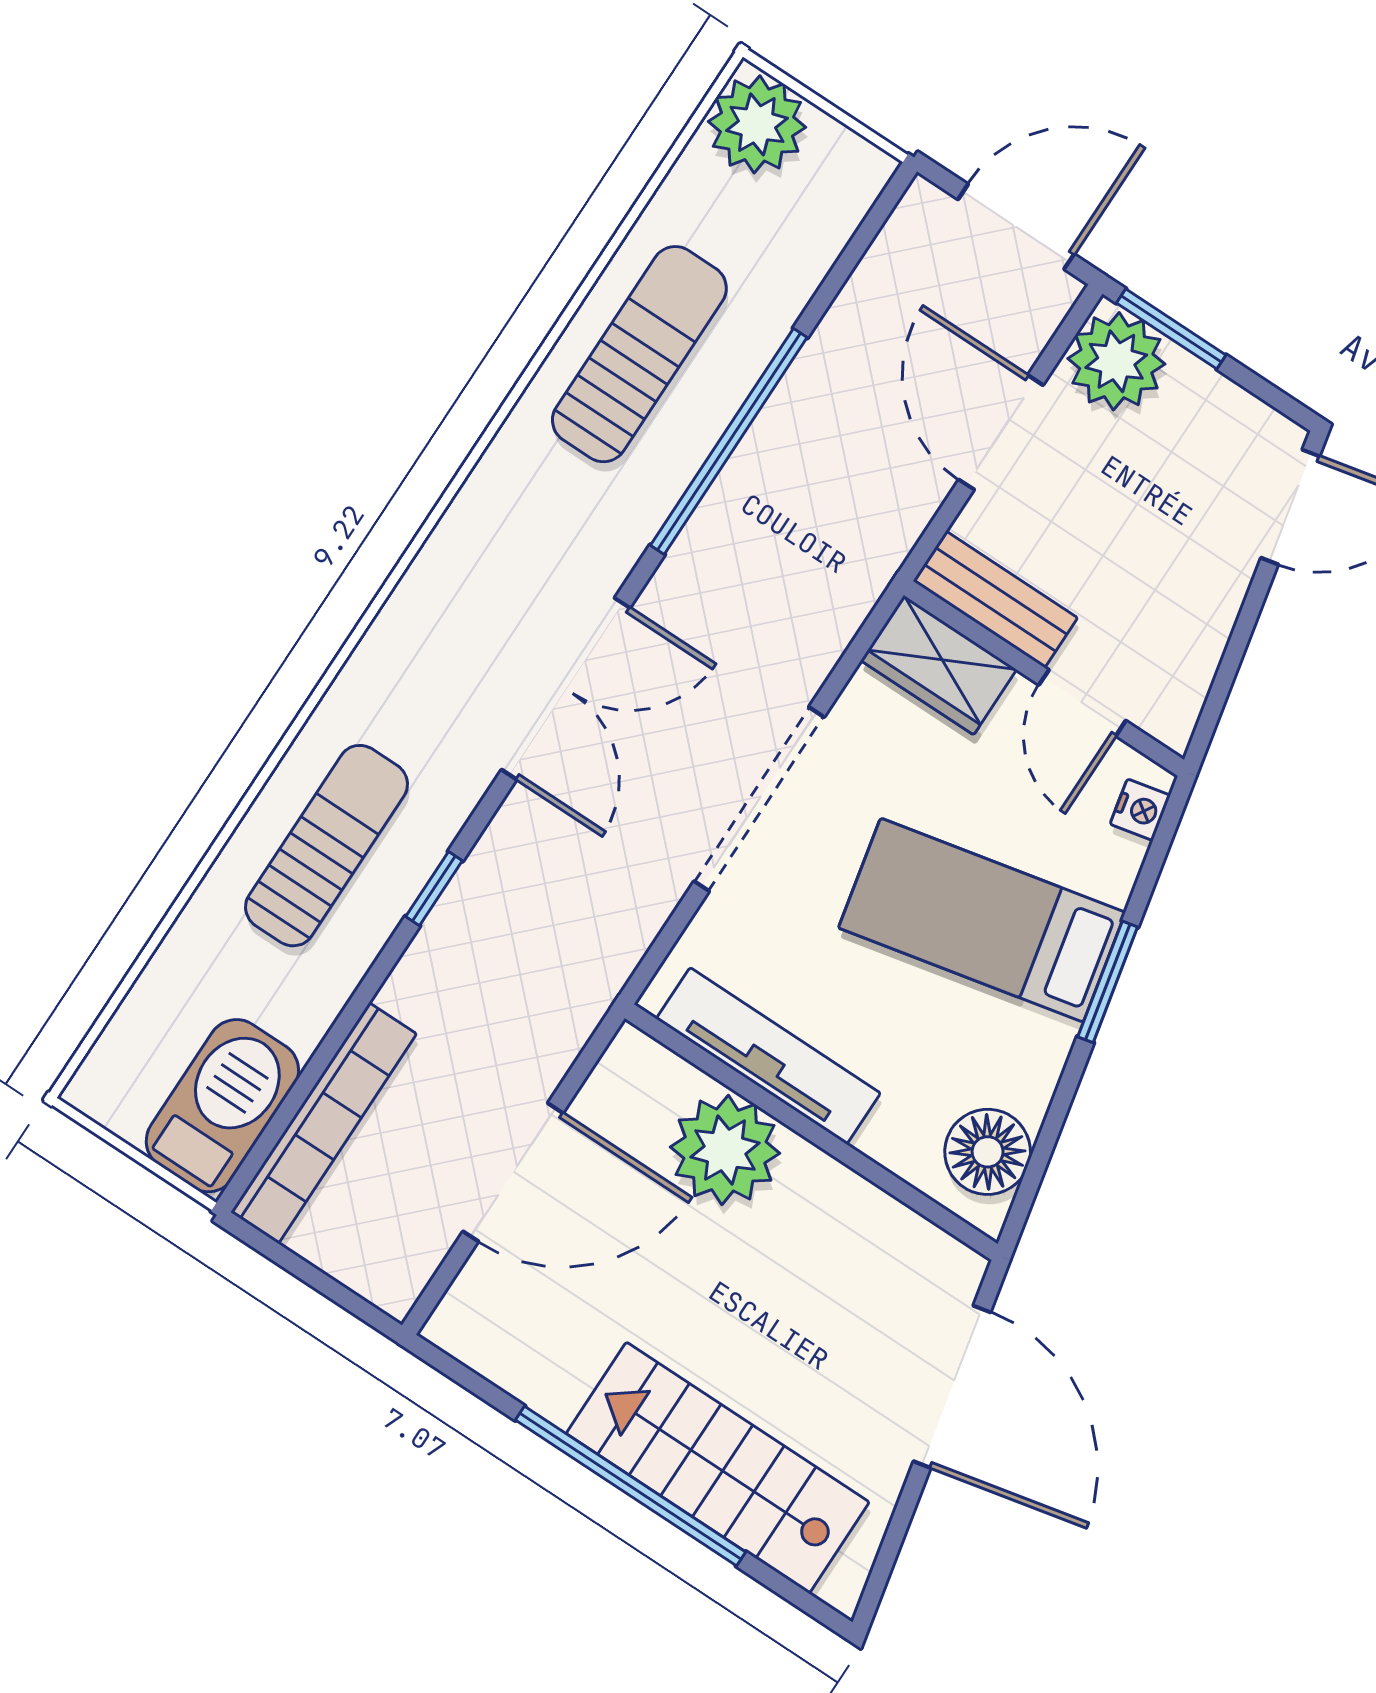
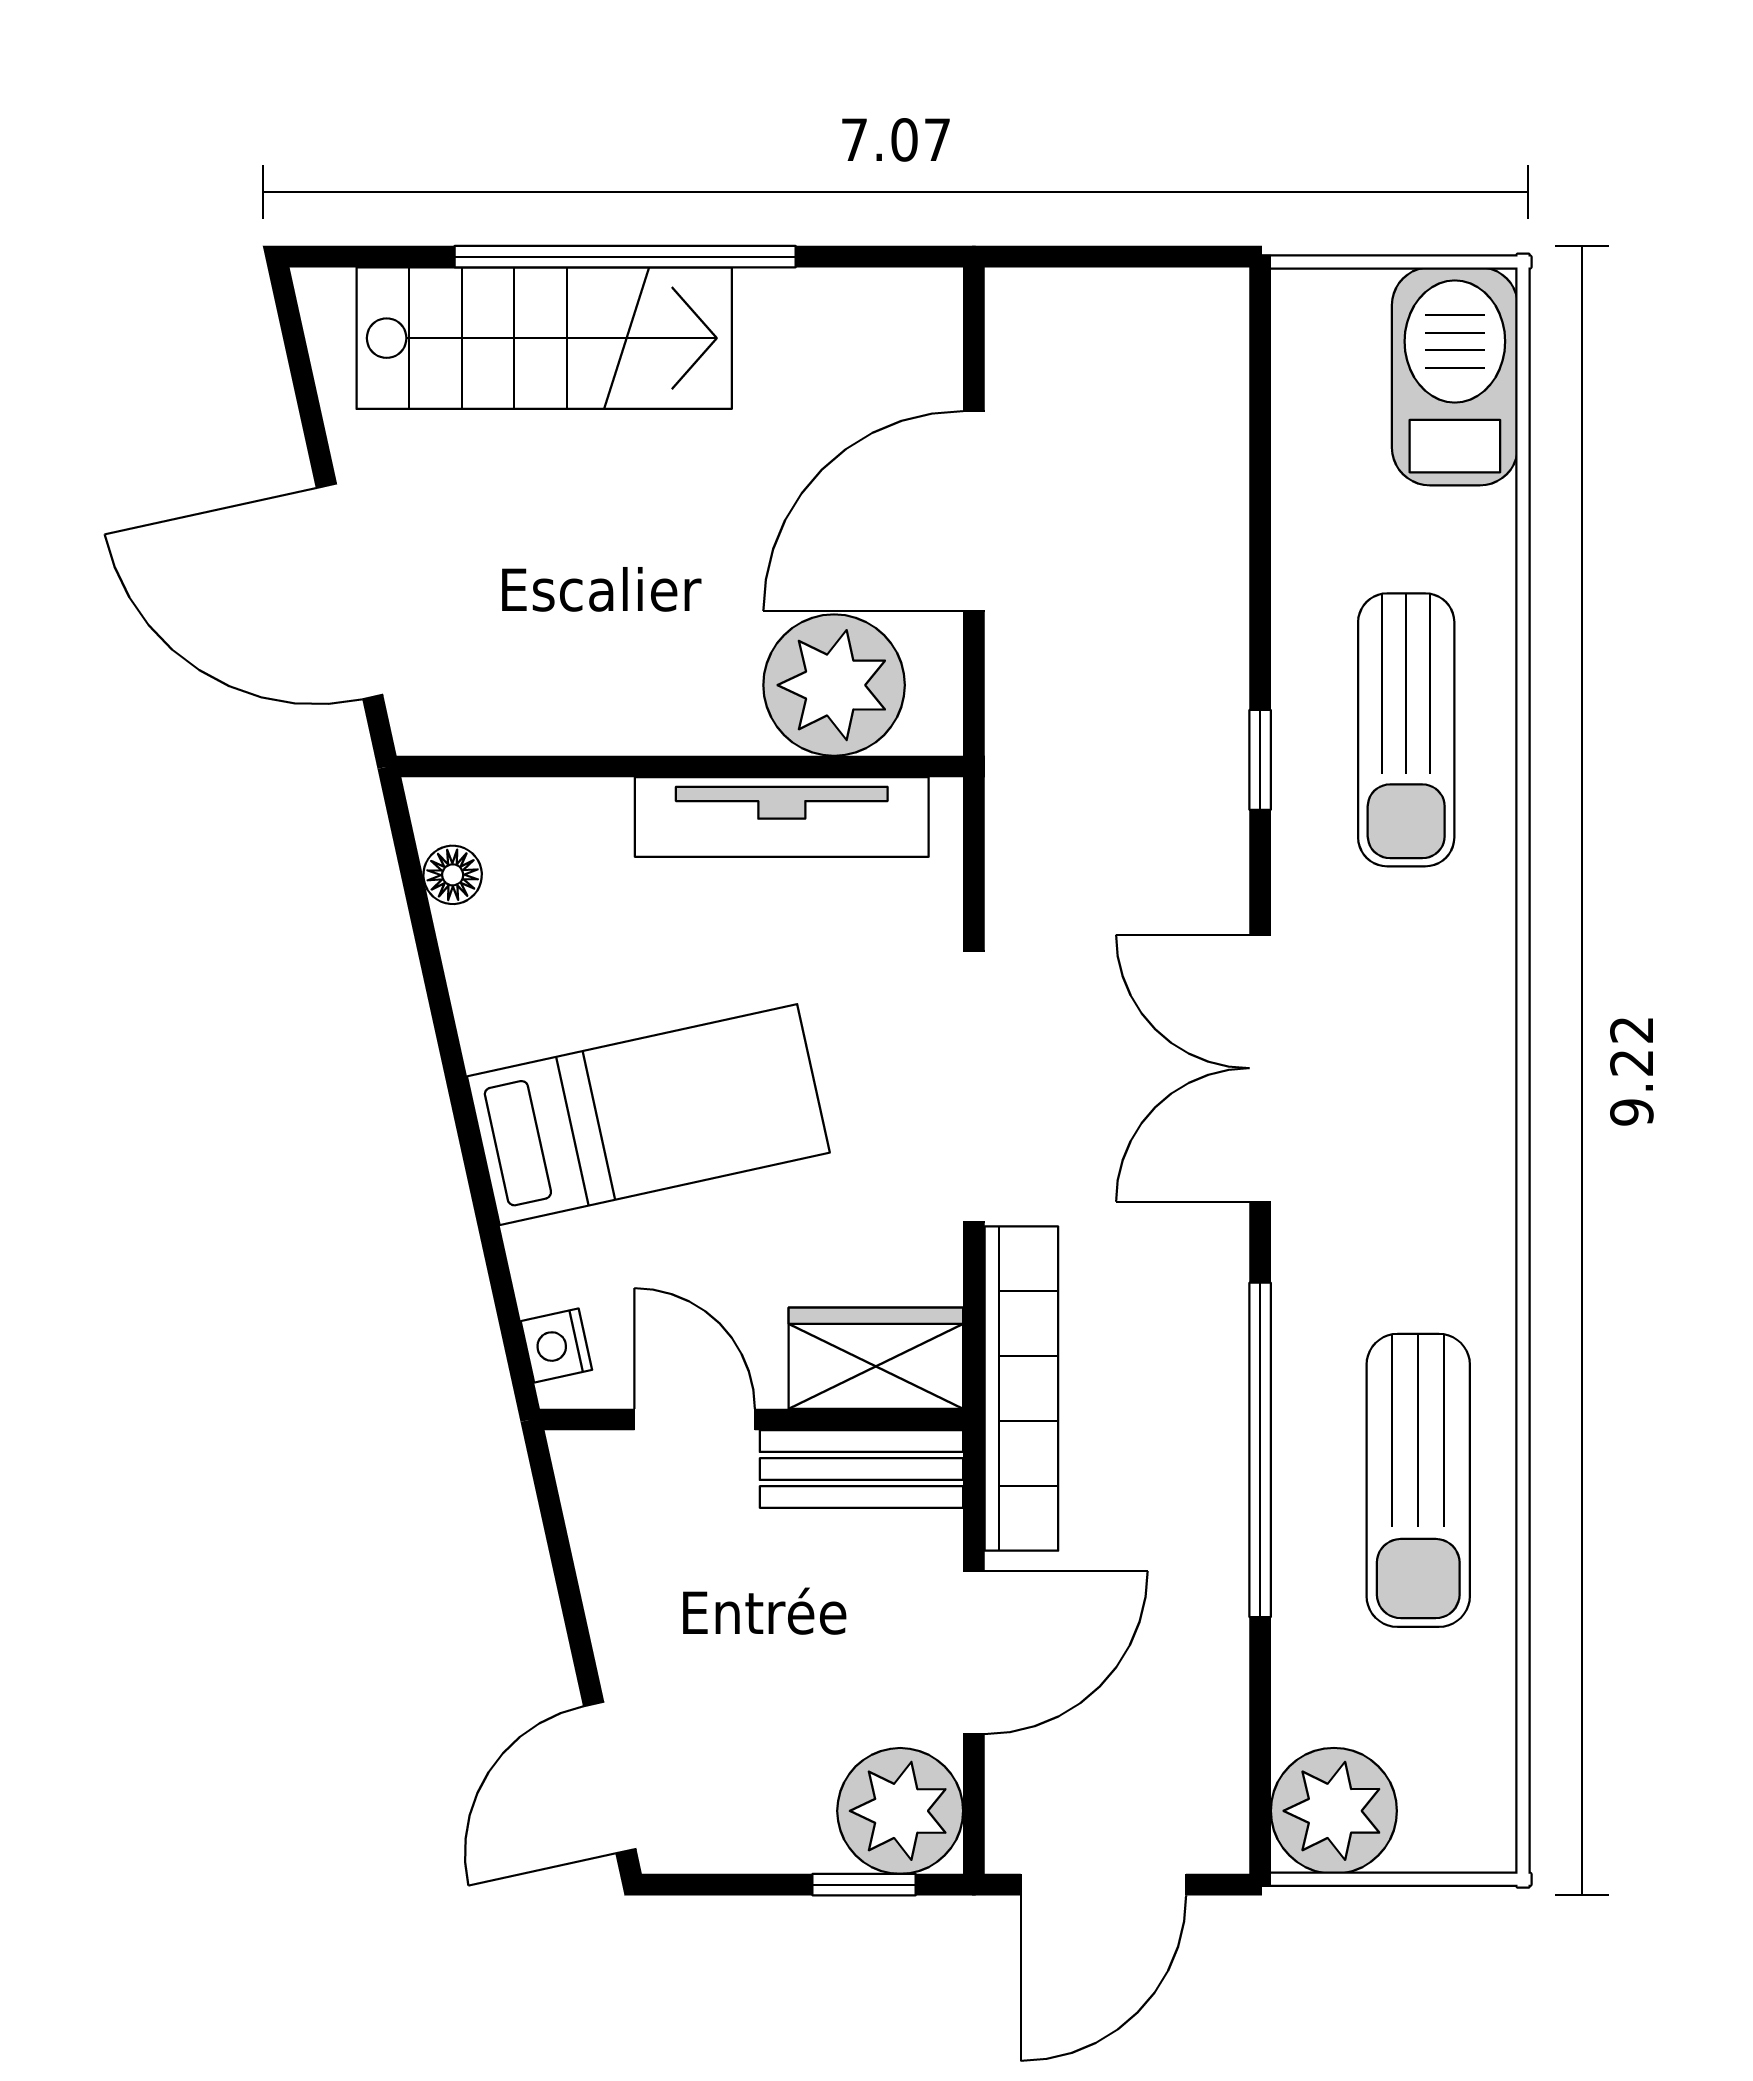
plant: (757, 124) -> (1334, 1811), moved
window: (1171, 329) -> (864, 1885), width x0.67
door: (1001, 432) -> (974, 1653), hinge flipped
window: (1108, 982) -> (469, 1137), removed
barbecue: (222, 1106) -> (1455, 376), moved, turned 180
bookcase: (324, 1123) -> (1021, 1389), moved, turned 180
plant: (725, 1150) -> (834, 685), moved
floor lamp: (988, 1152) -> (453, 875), width x0.53, depth x0.53

